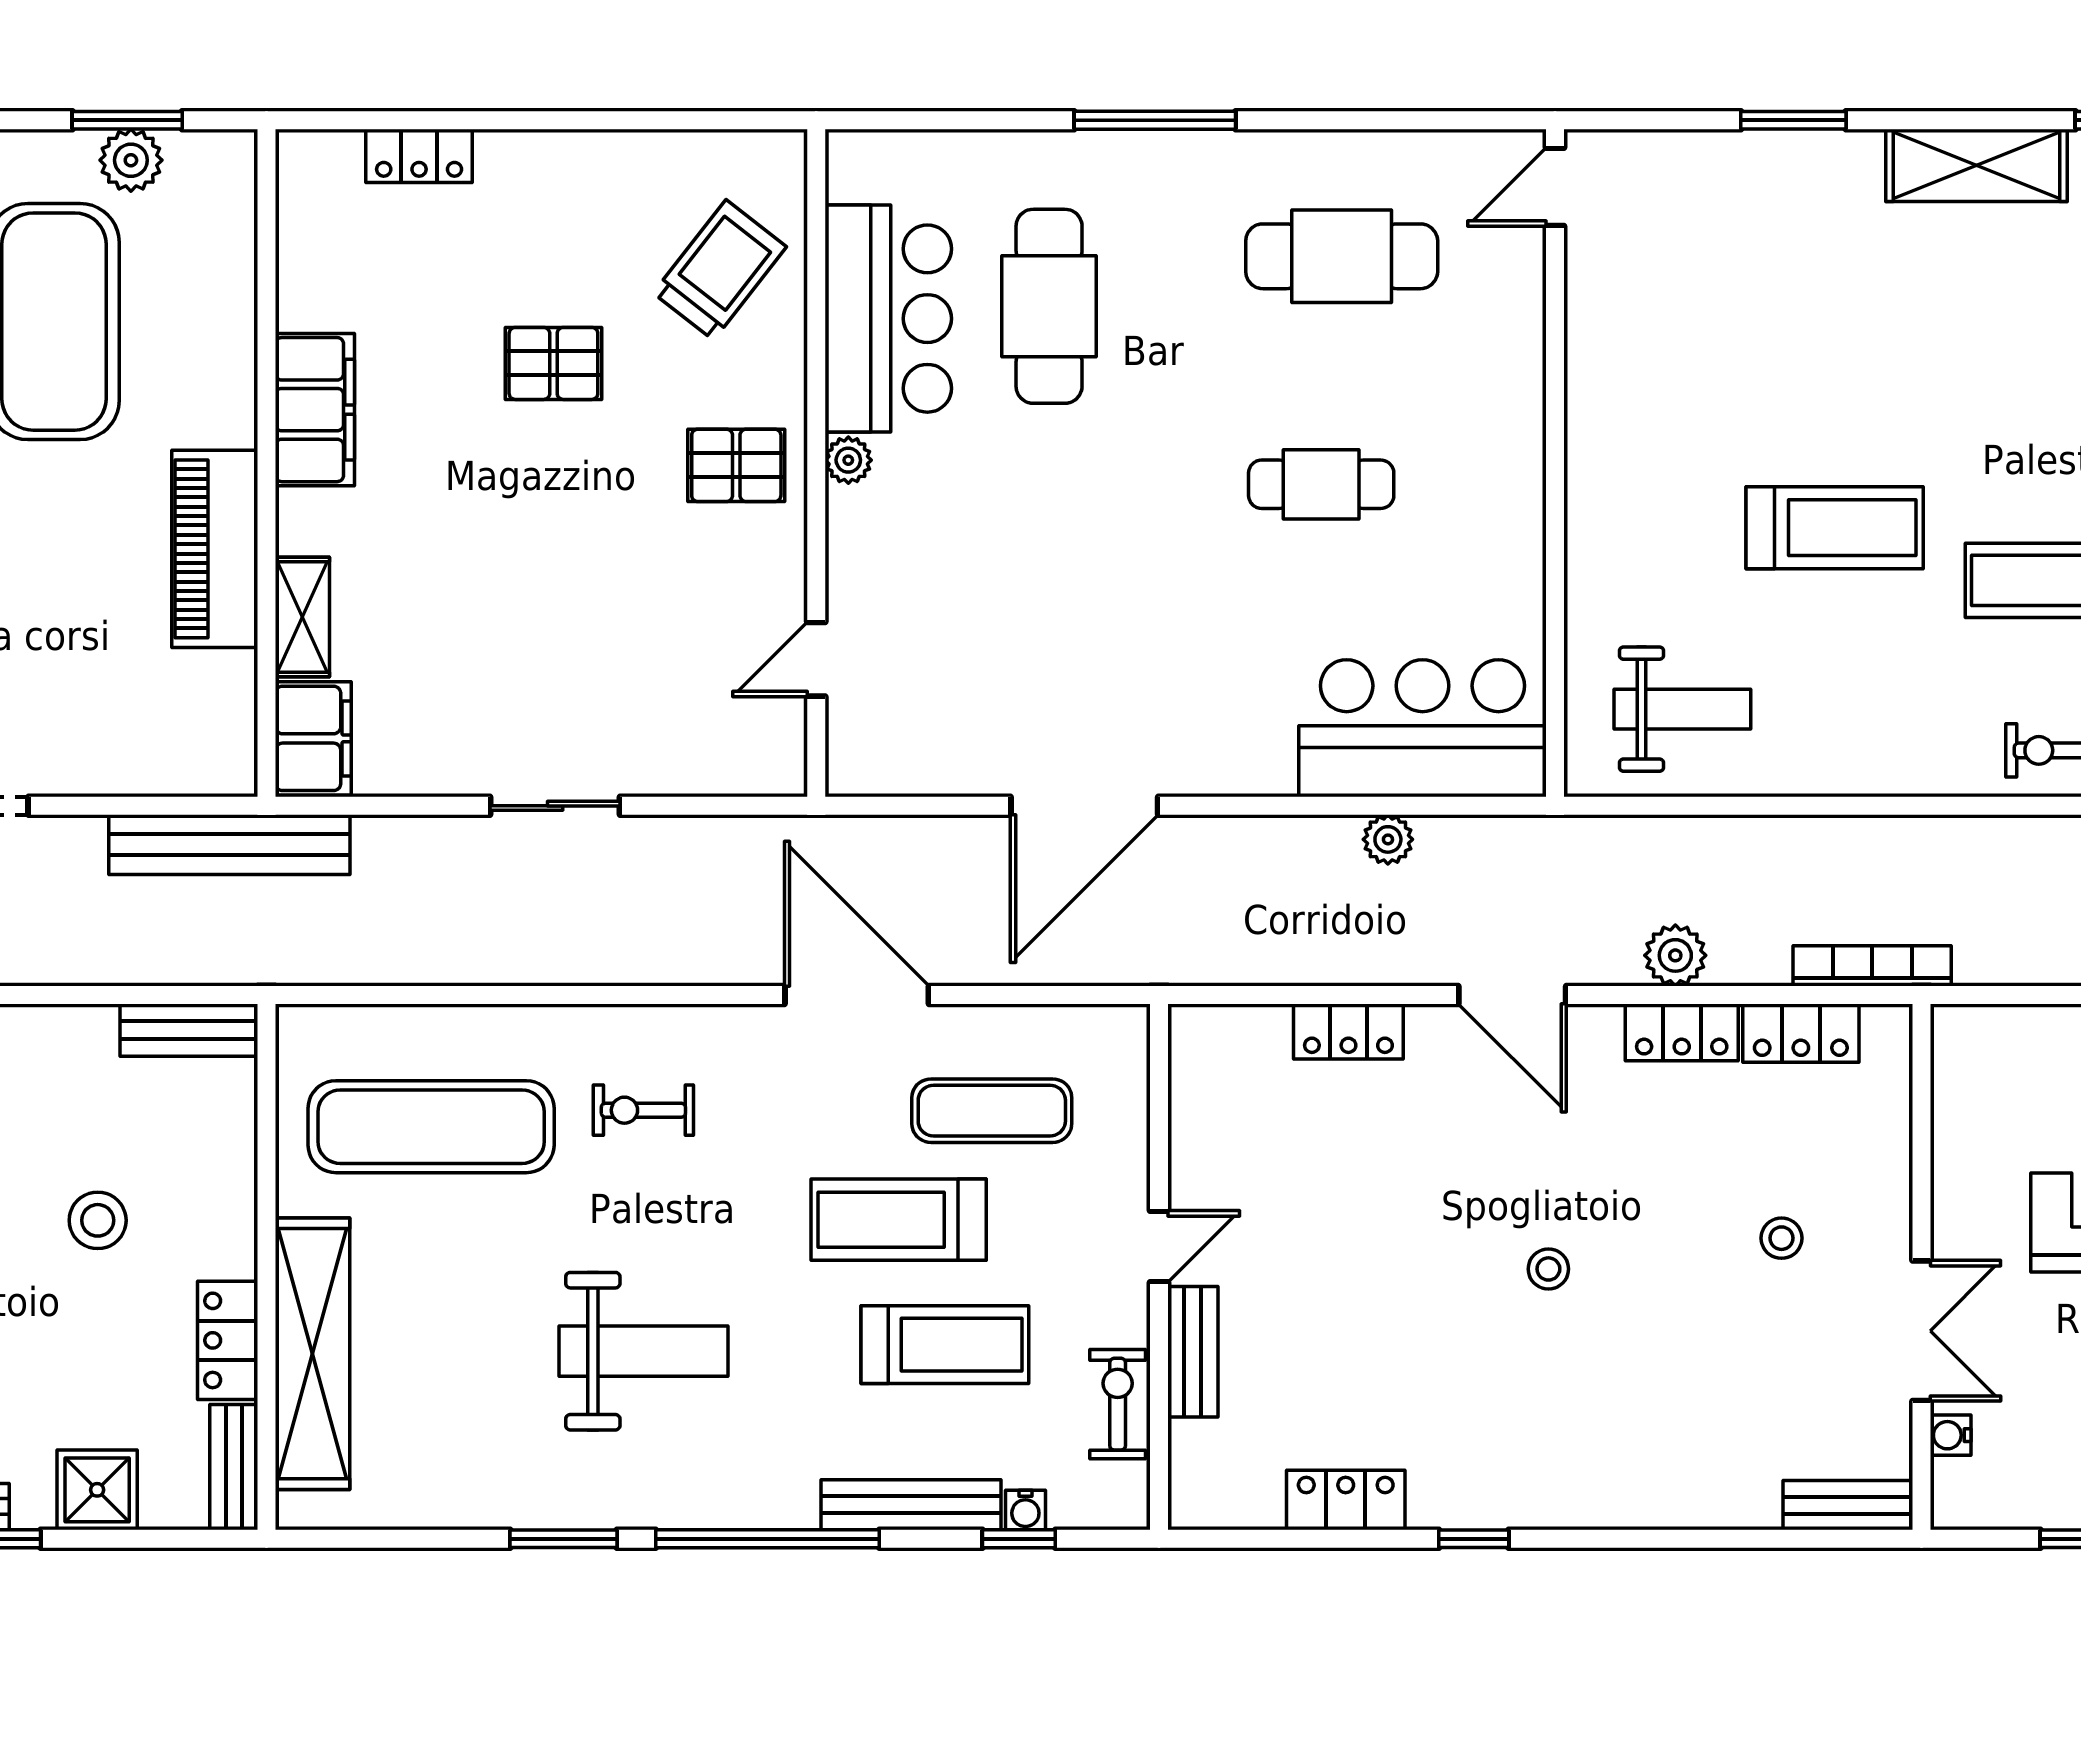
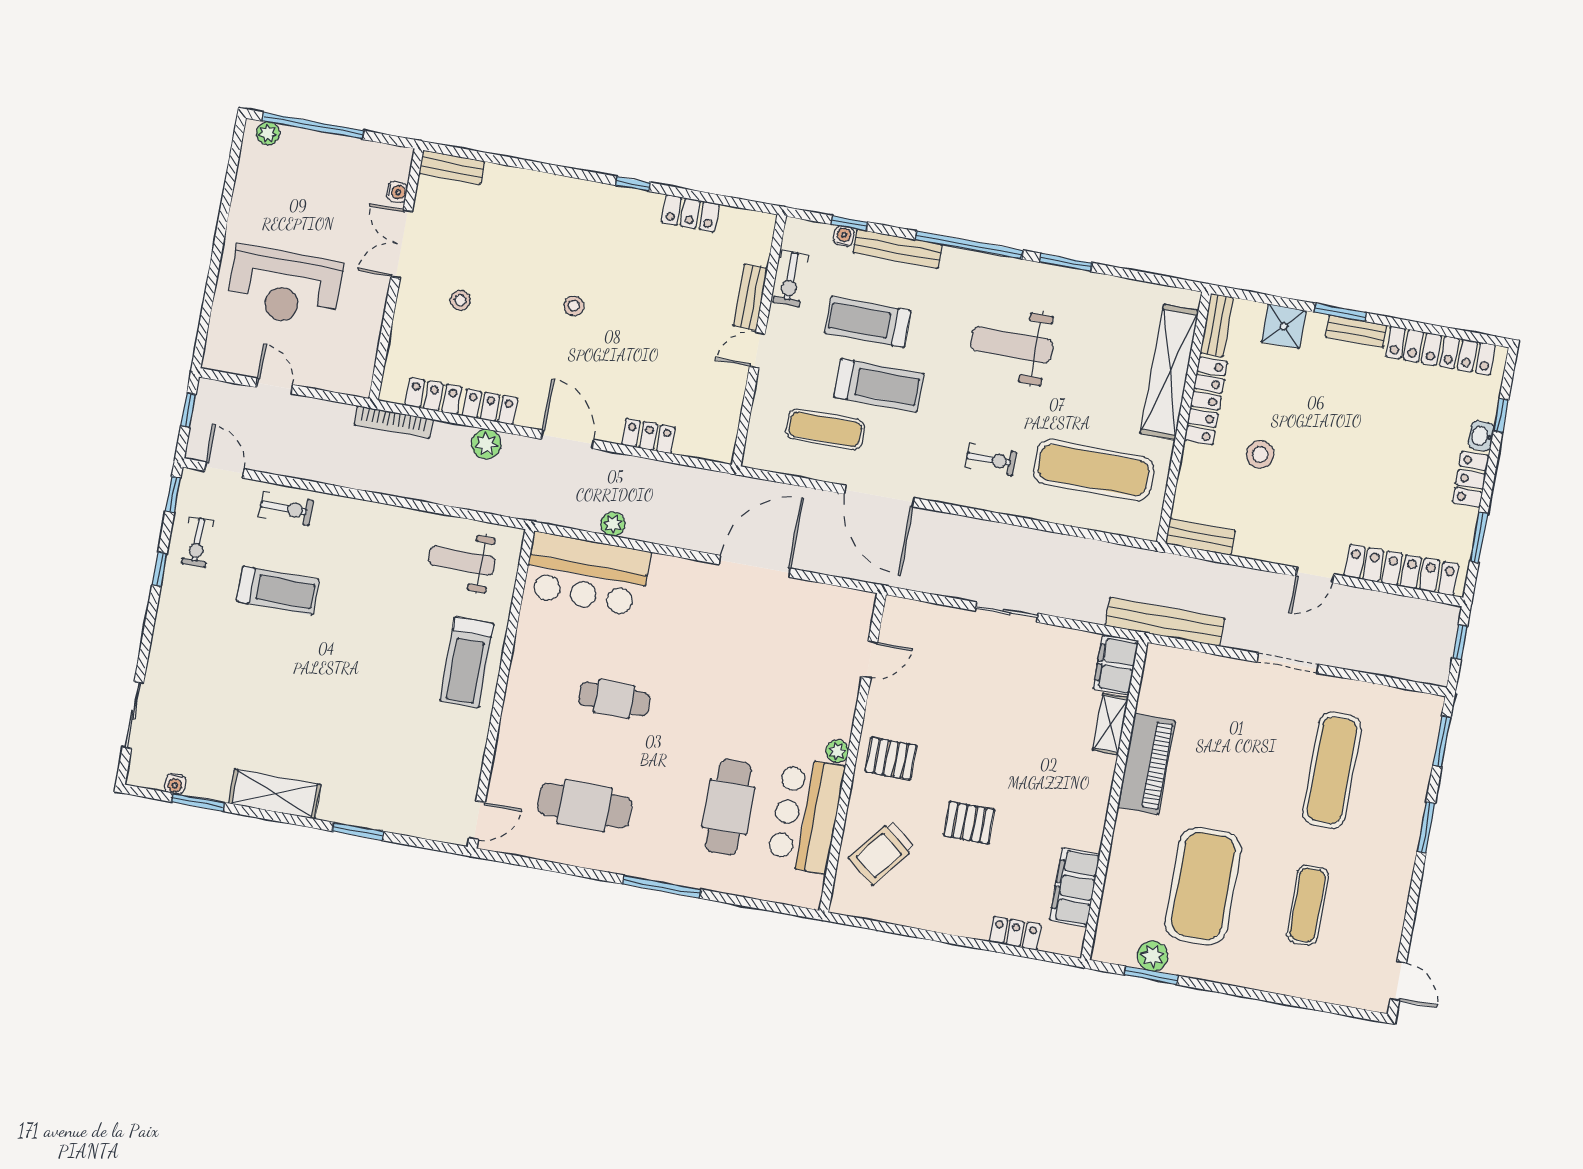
filing cabinet: (315, 410) -> (1075, 887), moved
treadmill: (1835, 528) -> (467, 662), moved, turned -90
locker: (228, 1340) -> (1206, 401), width x1.53

